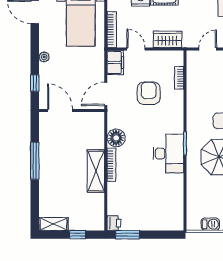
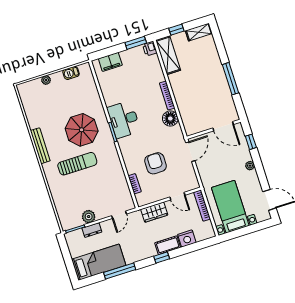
filing cabinet: (115, 62) -> (110, 62), moved, turned -90
armchair: (149, 93) -> (156, 163), turned 180
shelving: (96, 171) -> (168, 55), moved

